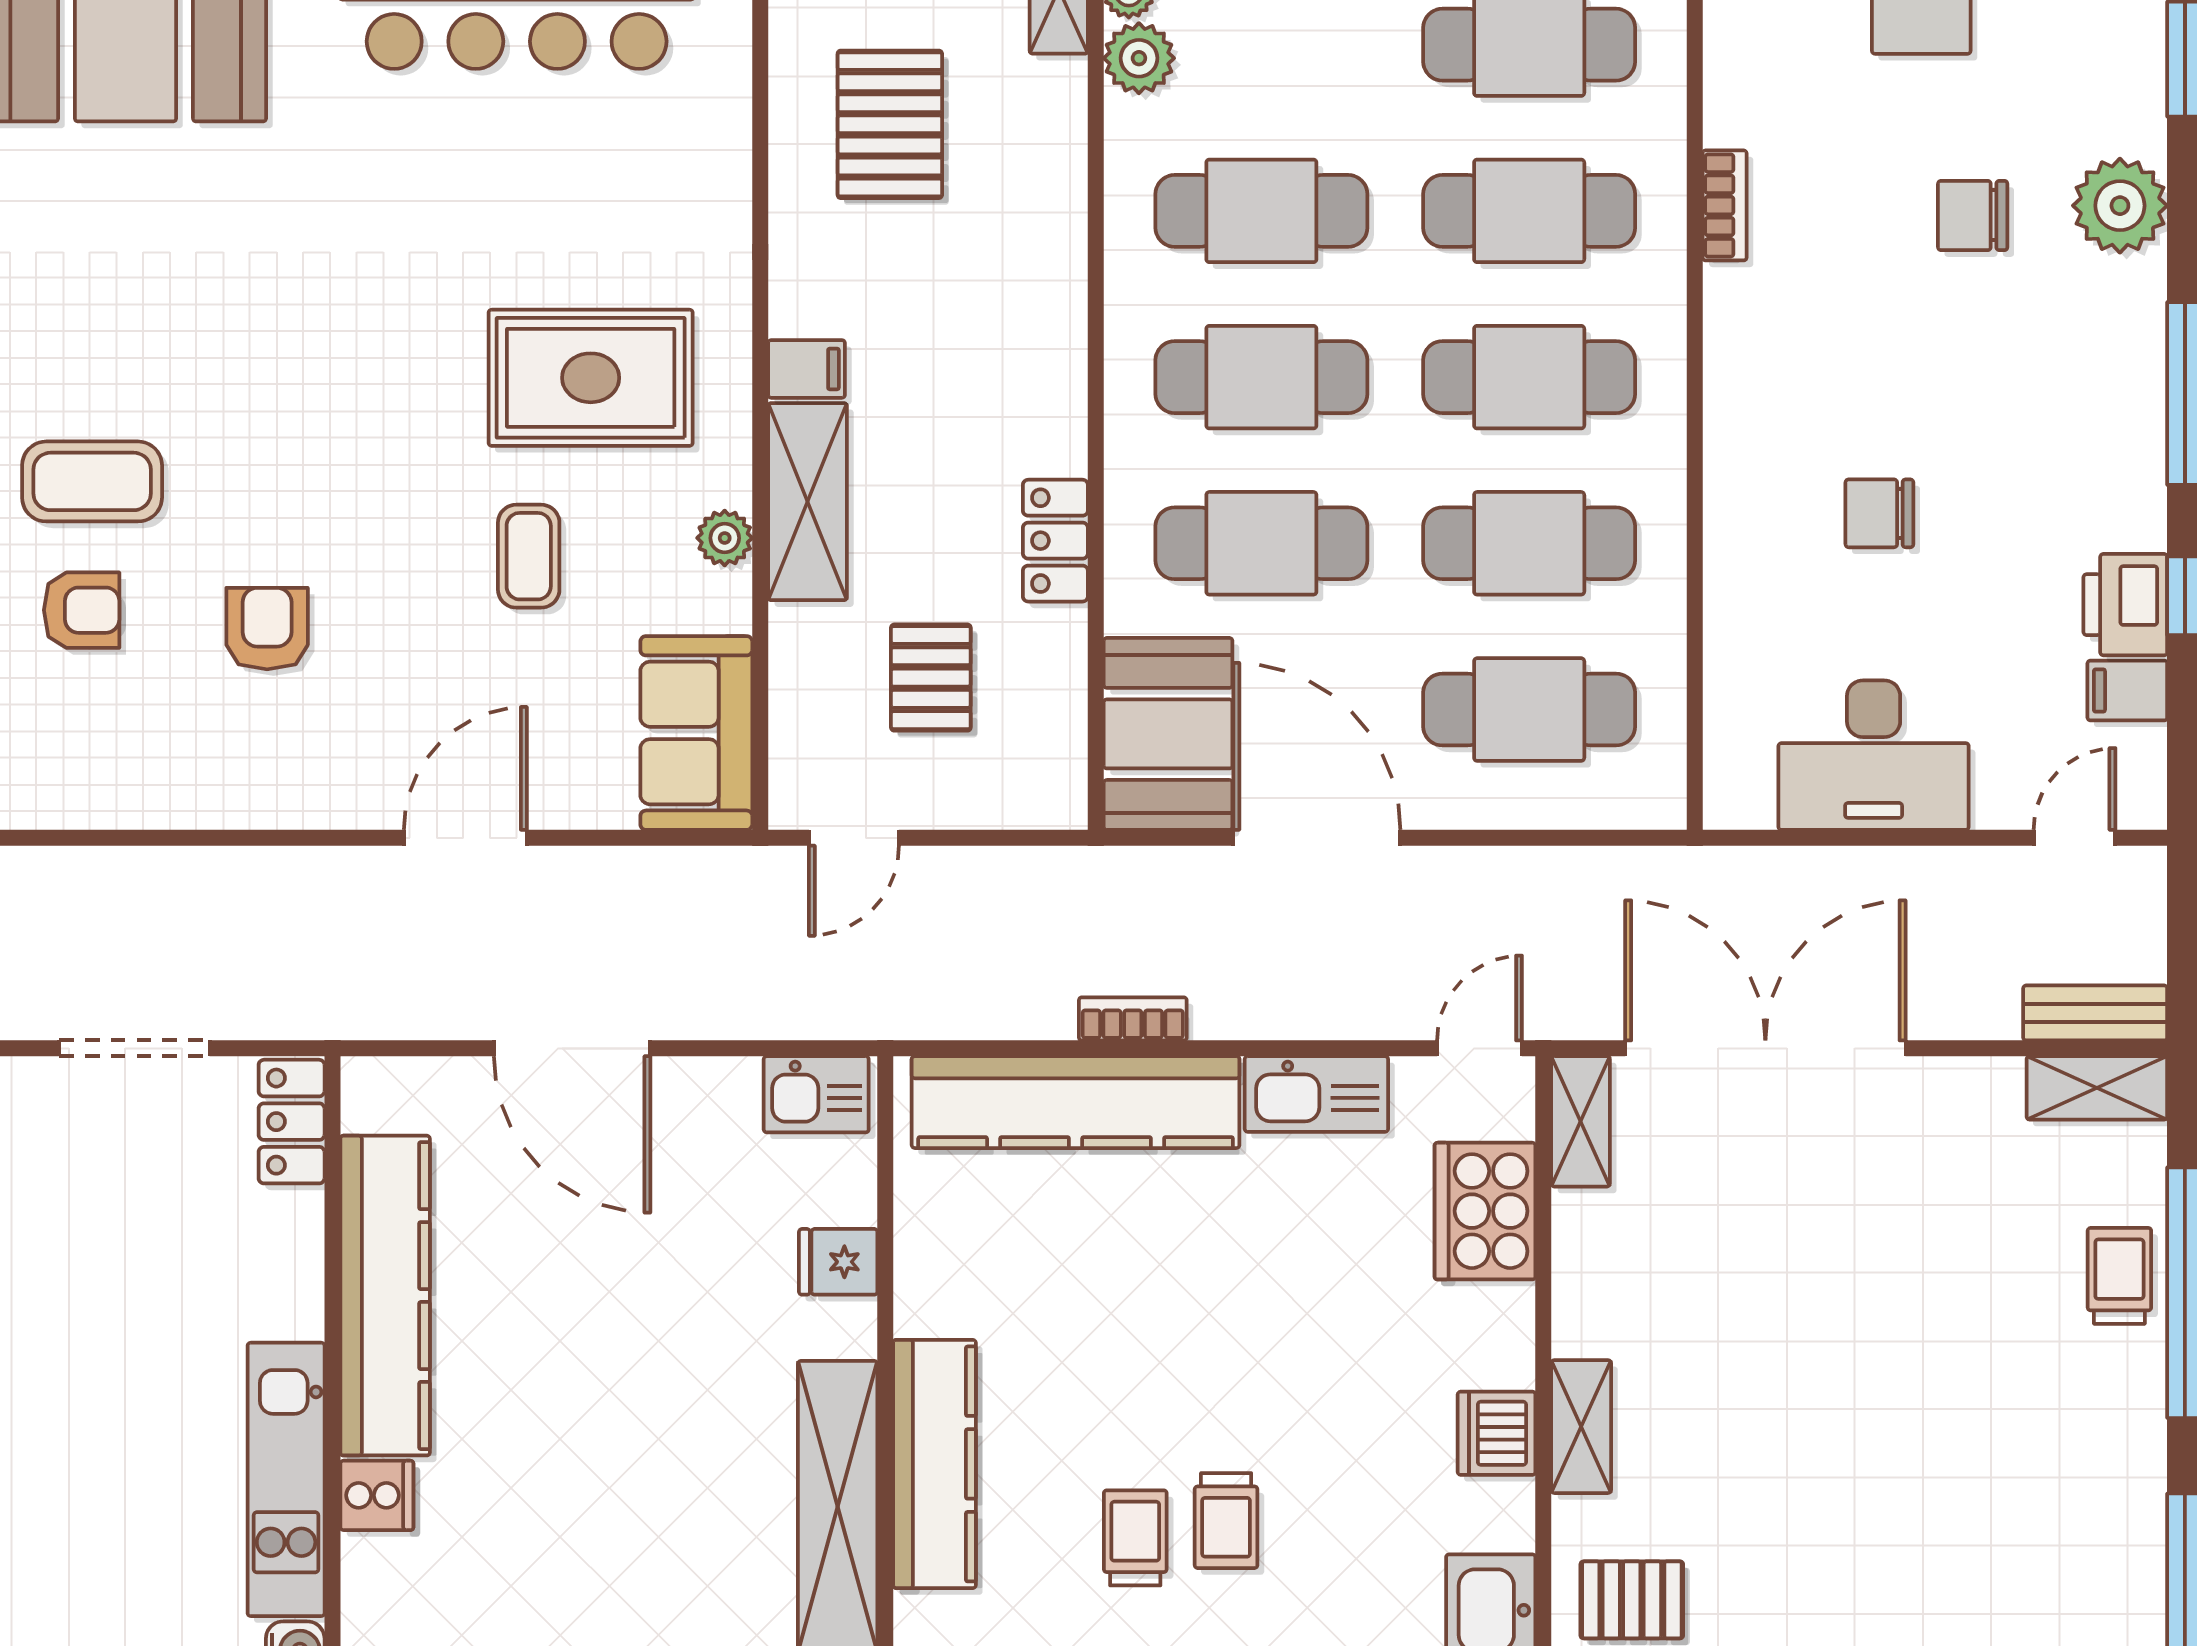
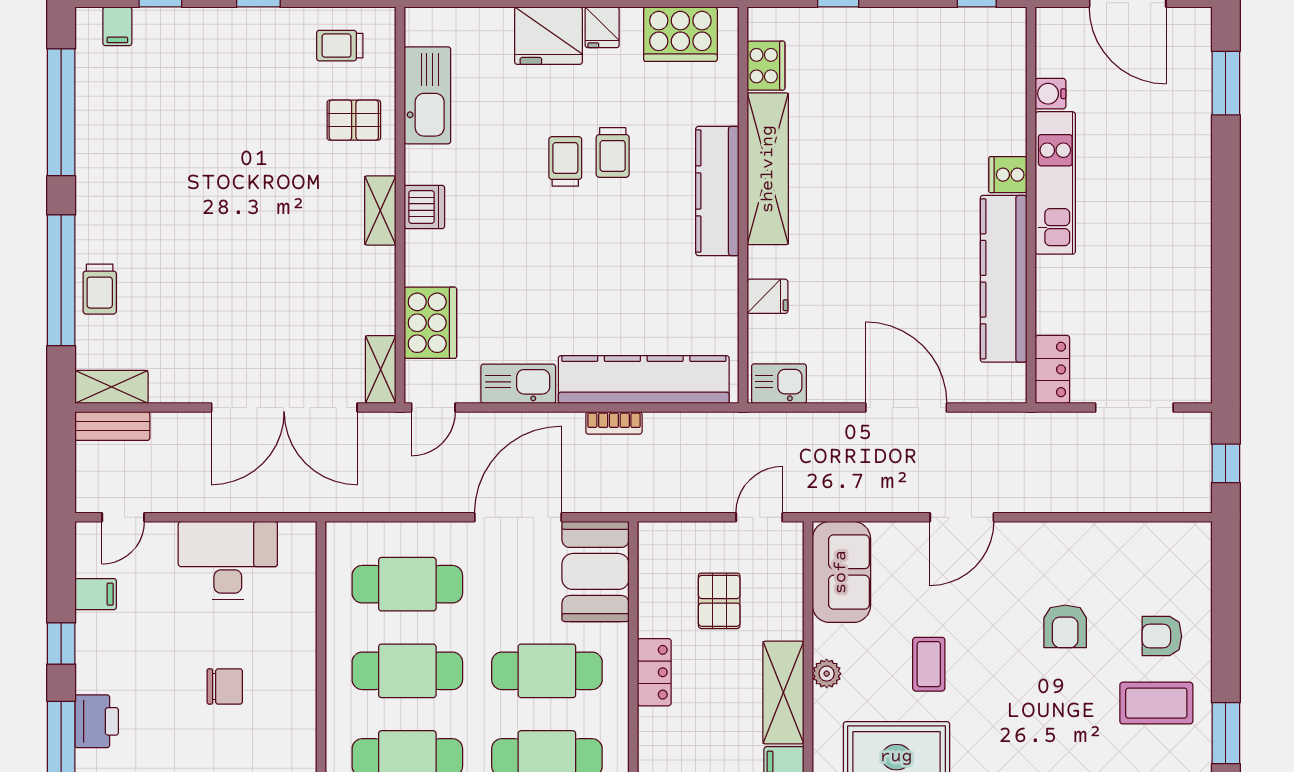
printer: (2125, 605) -> (97, 721), moved
door: (1317, 838) -> (518, 517), swing flipped

